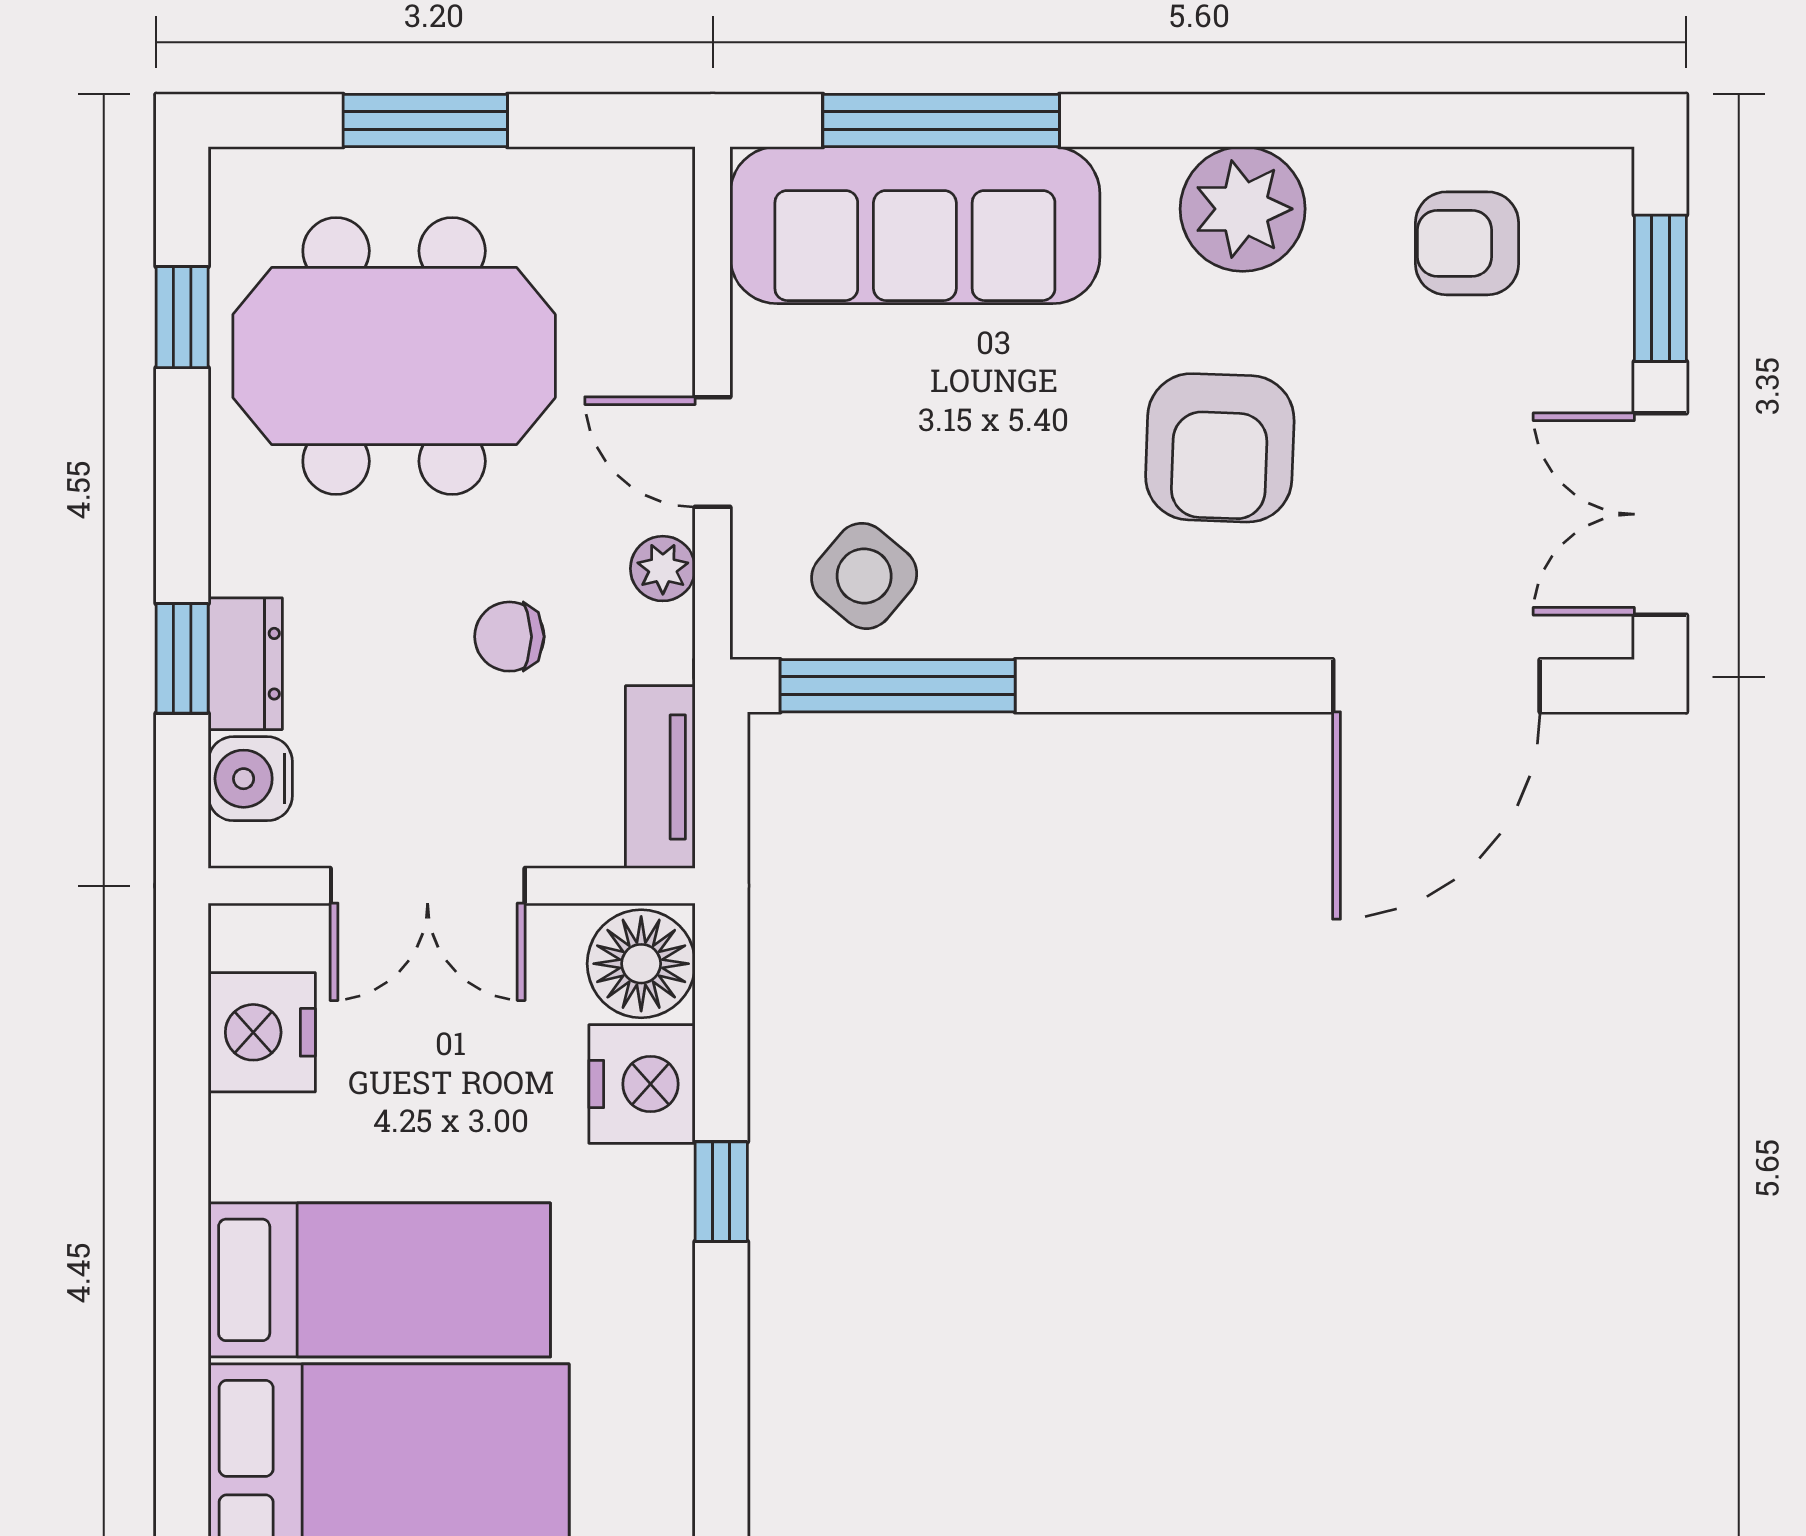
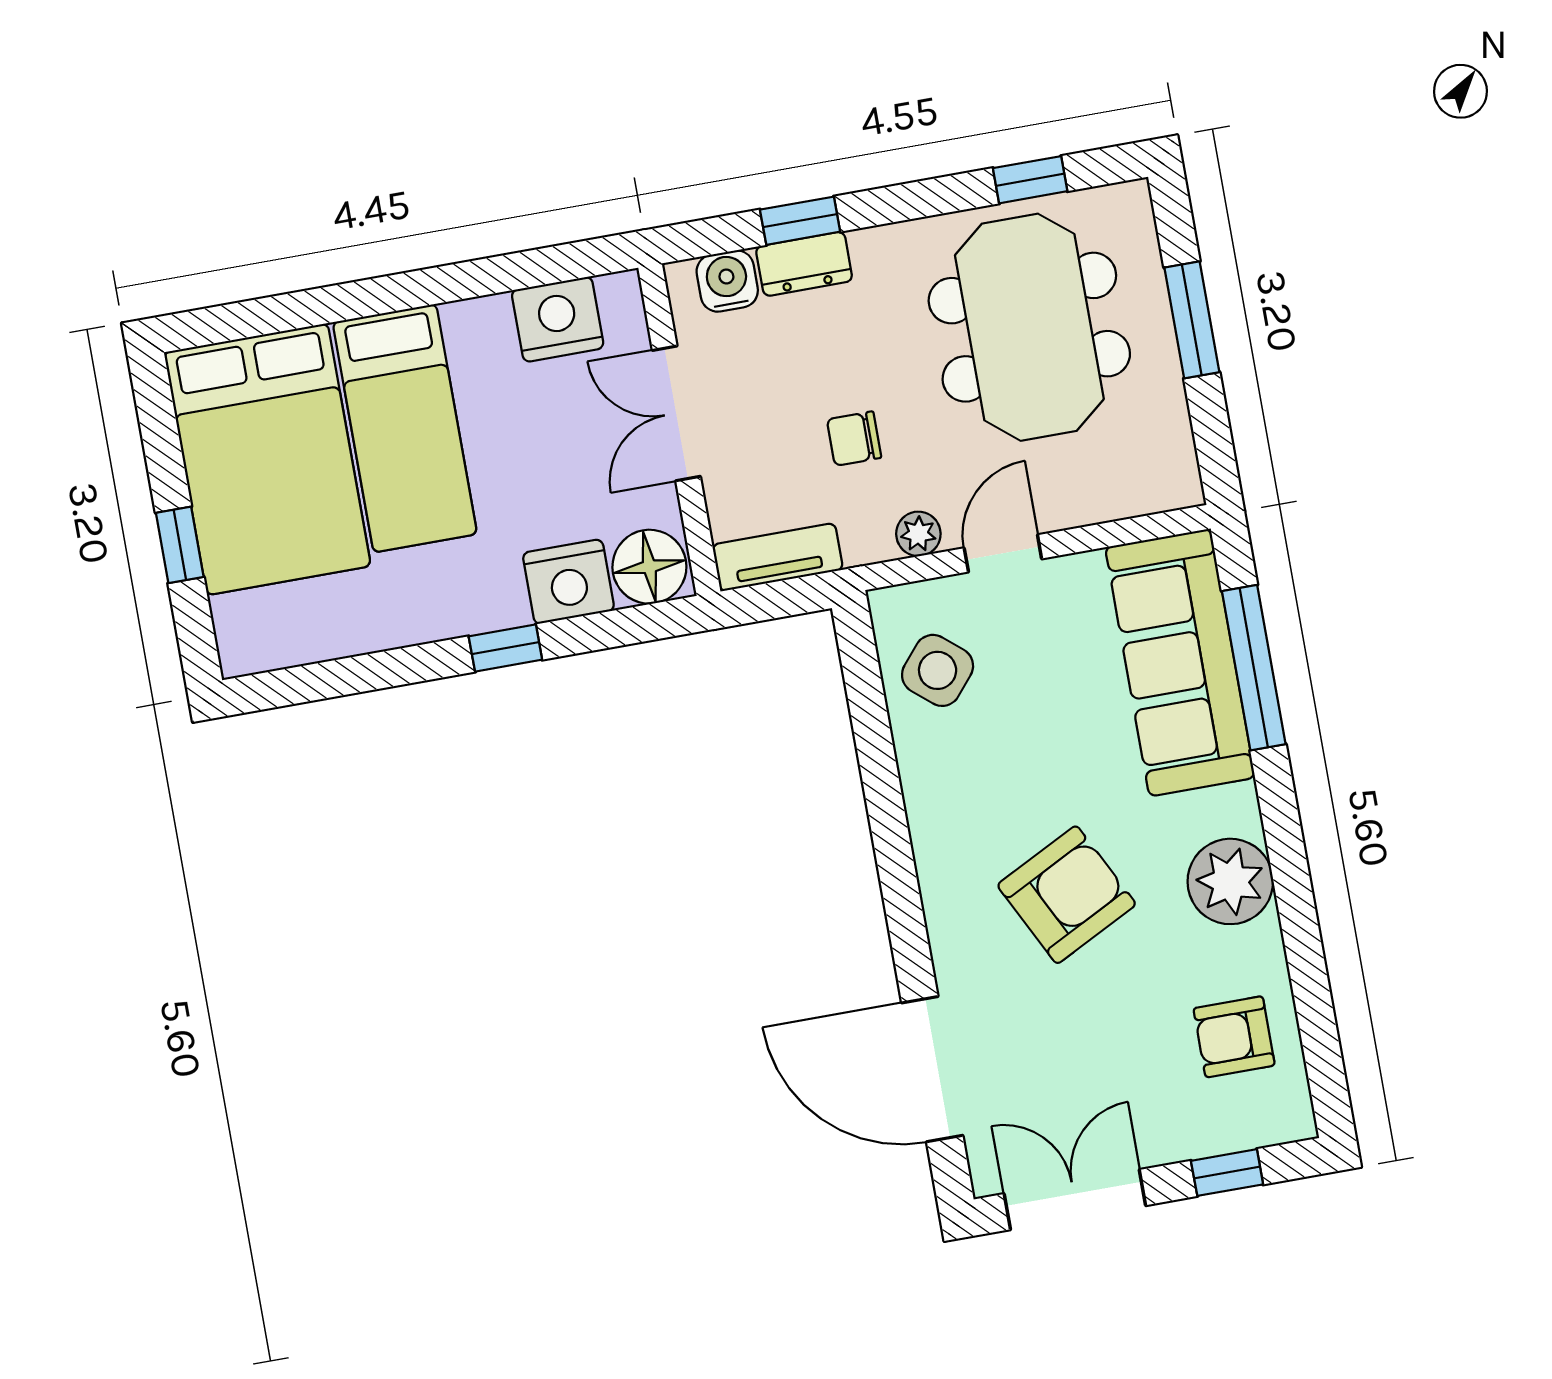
armchair: (1467, 243) -> (1234, 1037), turned -90
window: (1660, 288) -> (1227, 1173), width x0.67
armchair: (1220, 448) -> (1067, 895), turned 151
chair: (509, 637) -> (854, 439), turned -90
window: (898, 686) -> (868, 706), removed

